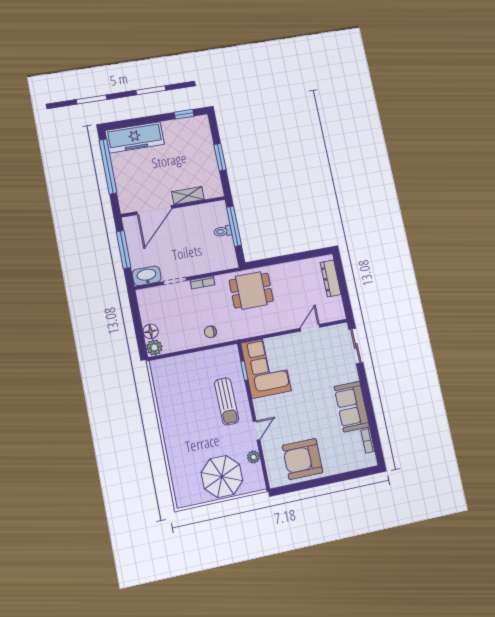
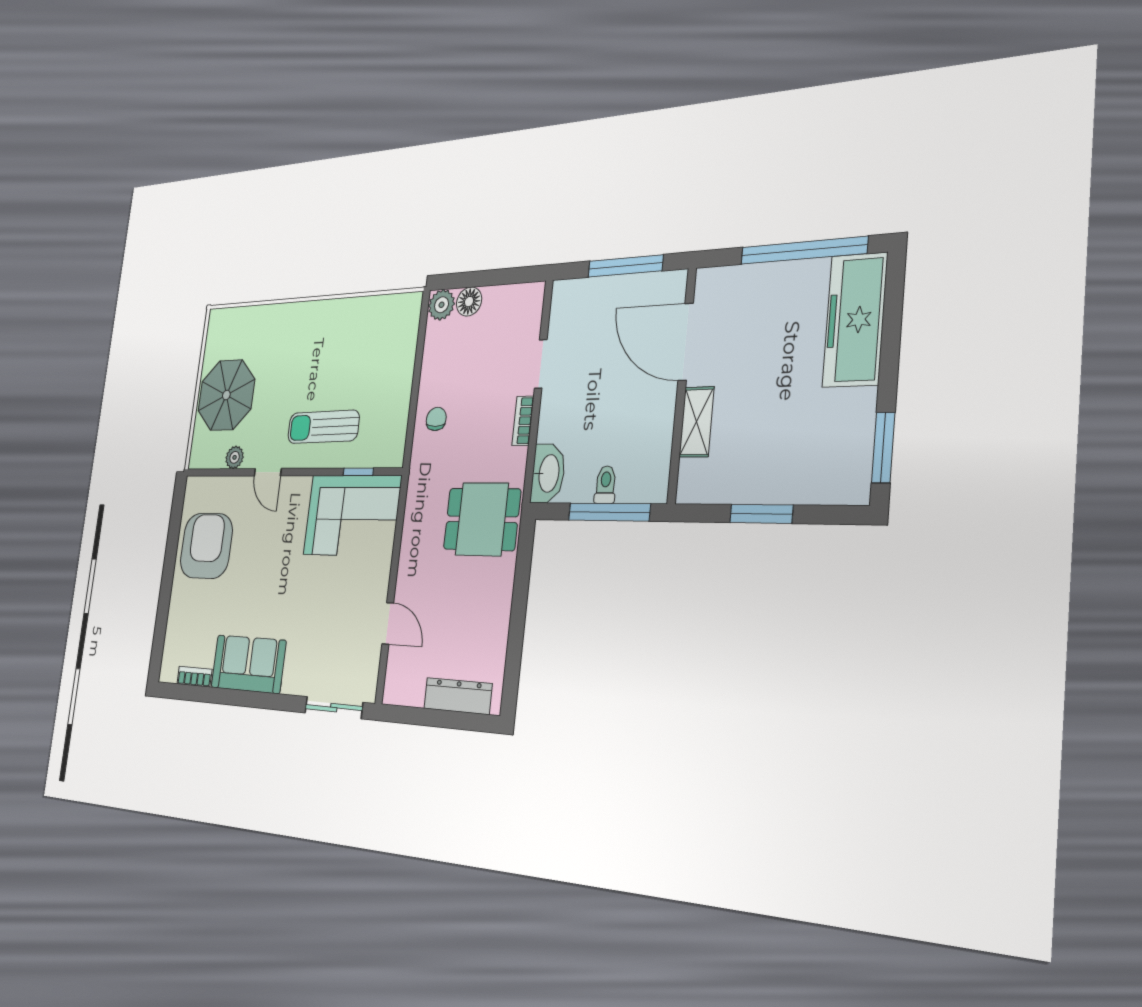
window: (184, 114) -> (883, 448), width x1.50
washbasin: (147, 276) -> (548, 473), moved
dining table: (251, 291) -> (482, 519), turned 90

